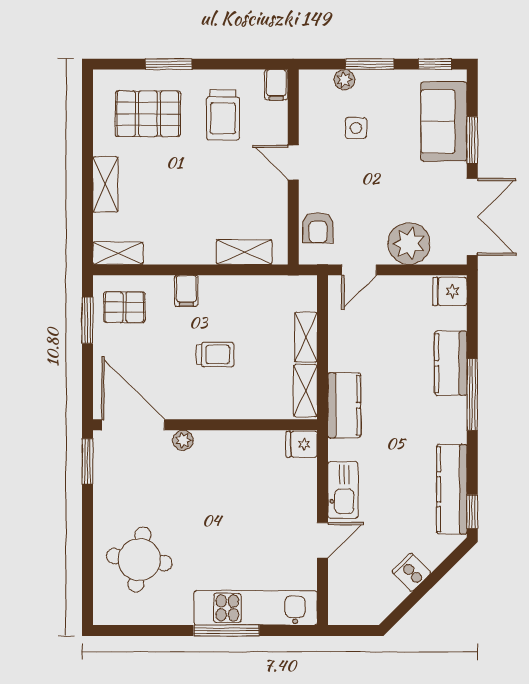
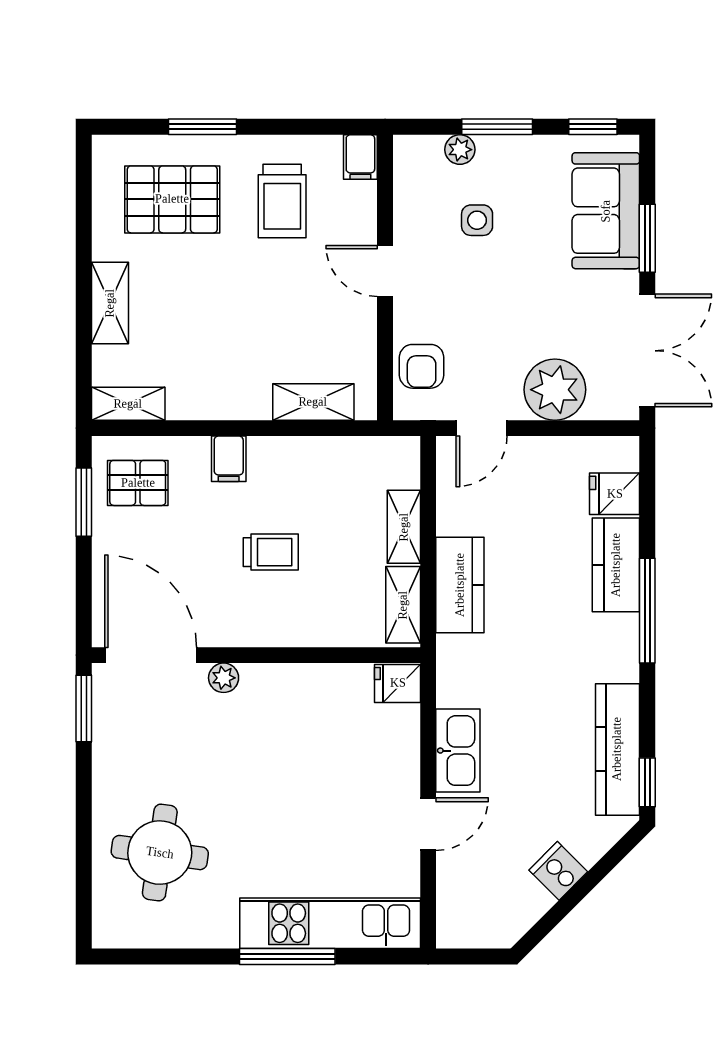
fridge: (450, 291) -> (615, 494), moved
kitchen counter: (344, 405) -> (460, 585), moved

